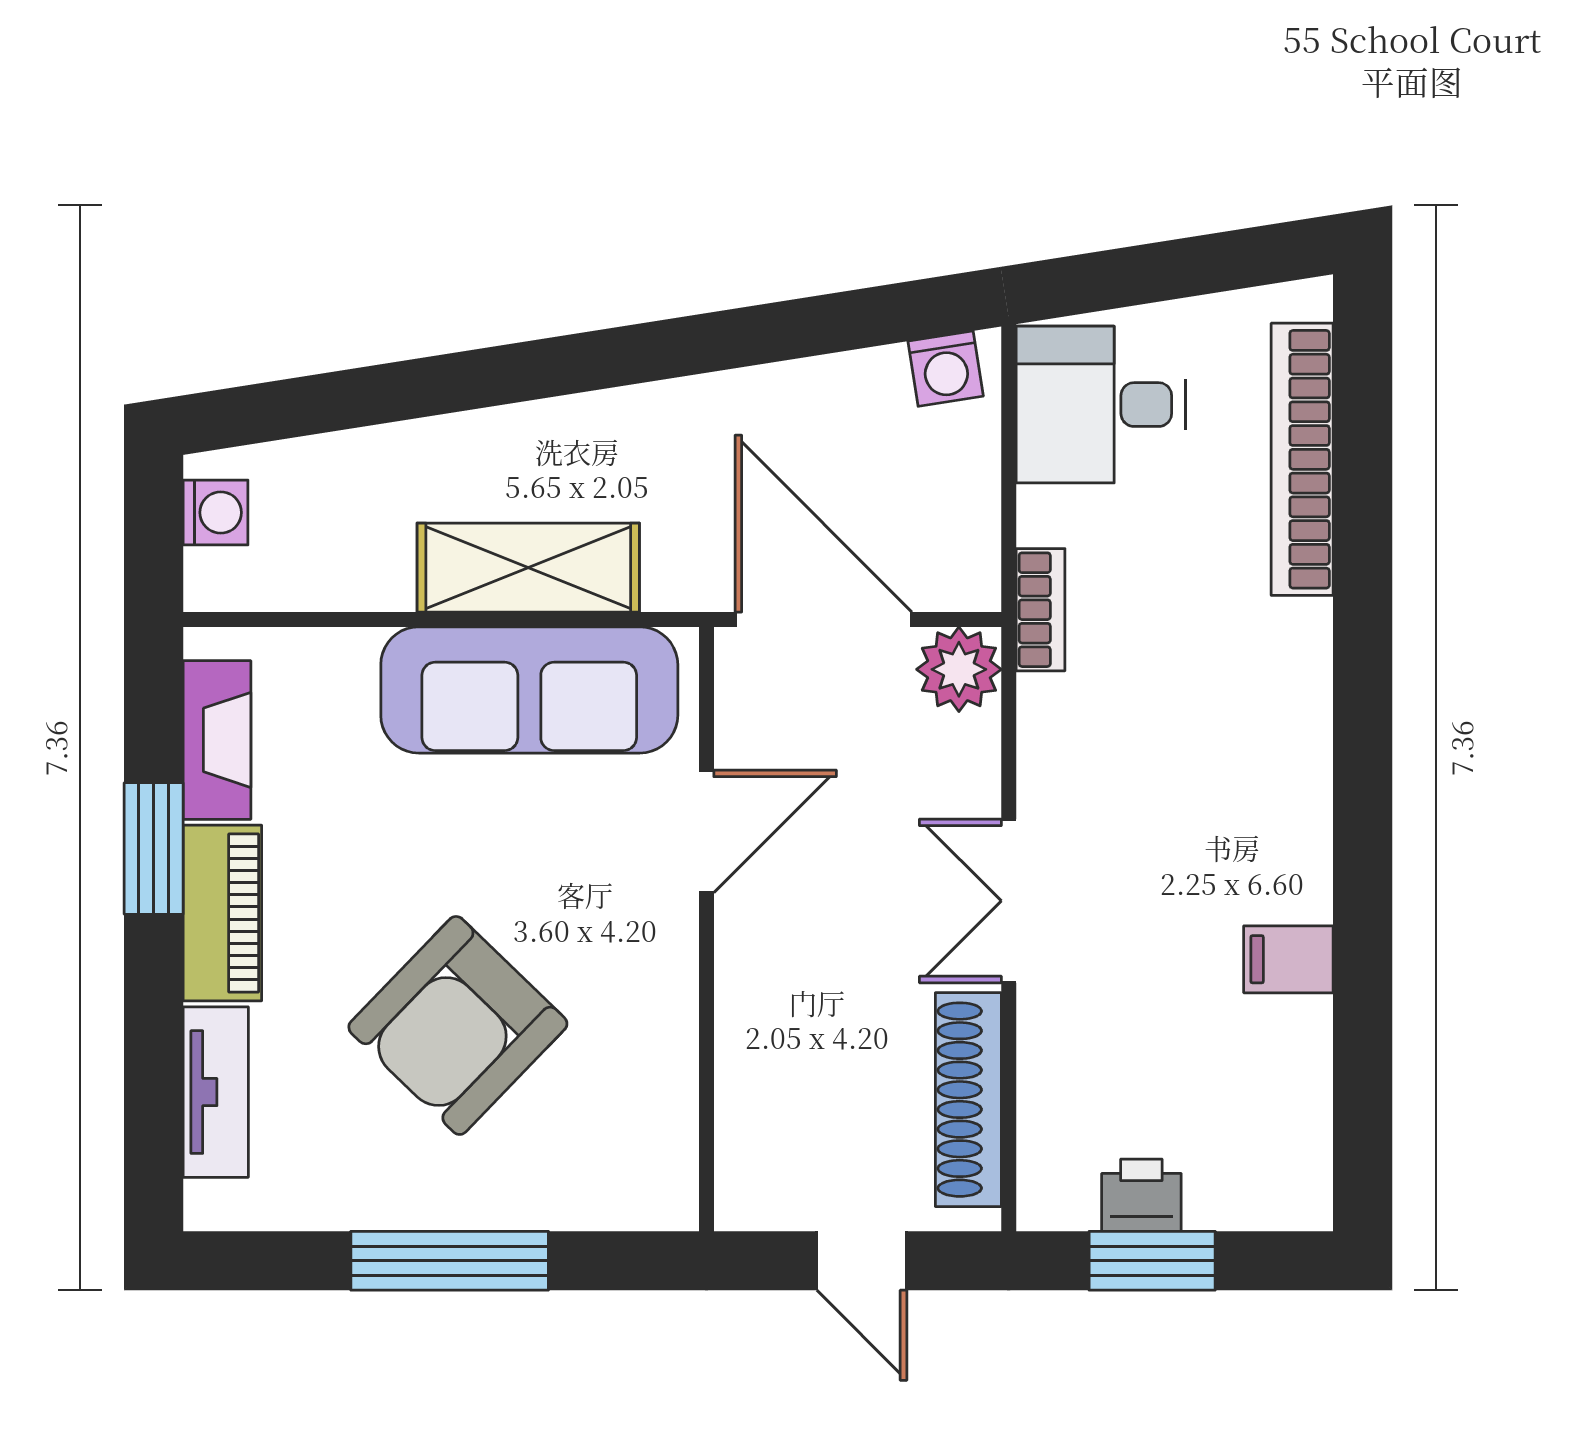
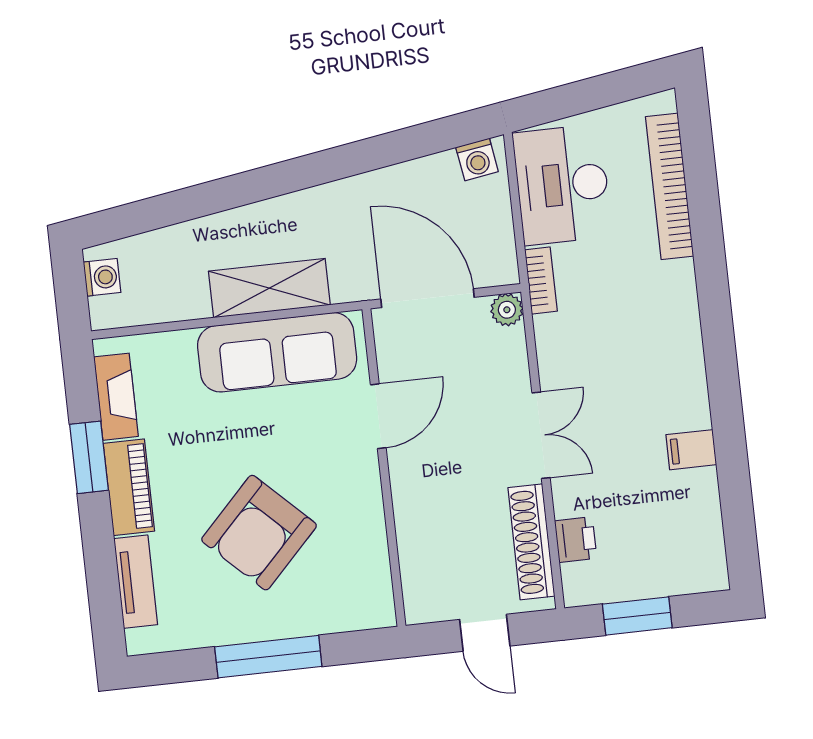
desk: (1101, 405) -> (562, 185), width x1.37
plant: (959, 669) -> (507, 310), width x0.73, depth x0.73
double door: (1009, 901) -> (541, 435), swing flipped
printer: (1141, 1195) -> (576, 540), moved, turned 90

